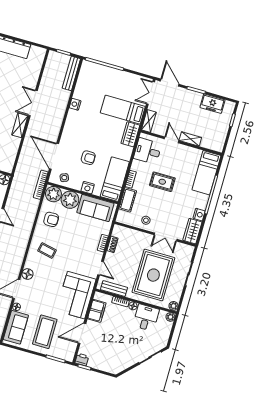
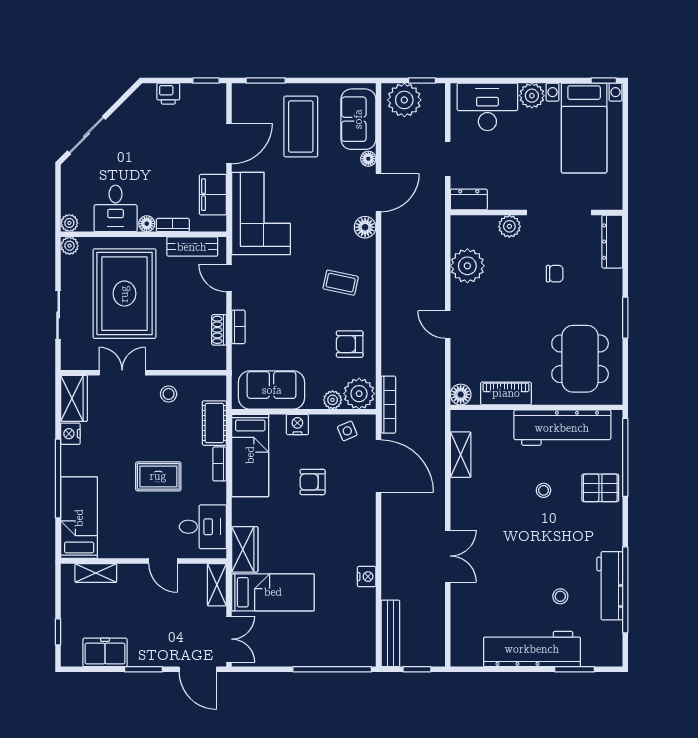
shelving: (20, 125) -> (461, 455), moved
shelving: (190, 139) -> (96, 573), moved
plant: (70, 200) -> (333, 400), width x0.53, depth x0.53
printer: (82, 360) -> (168, 94), moved

